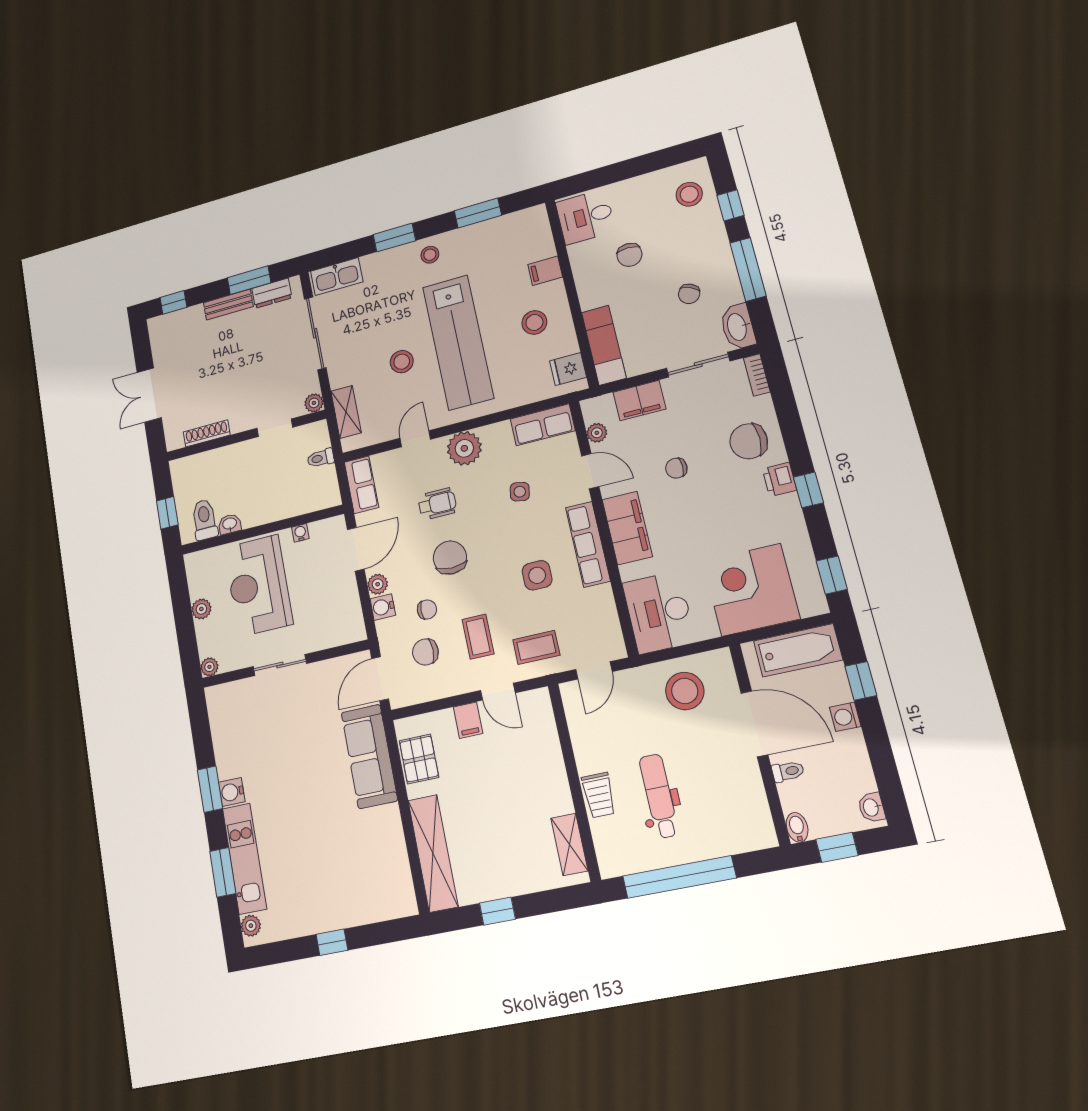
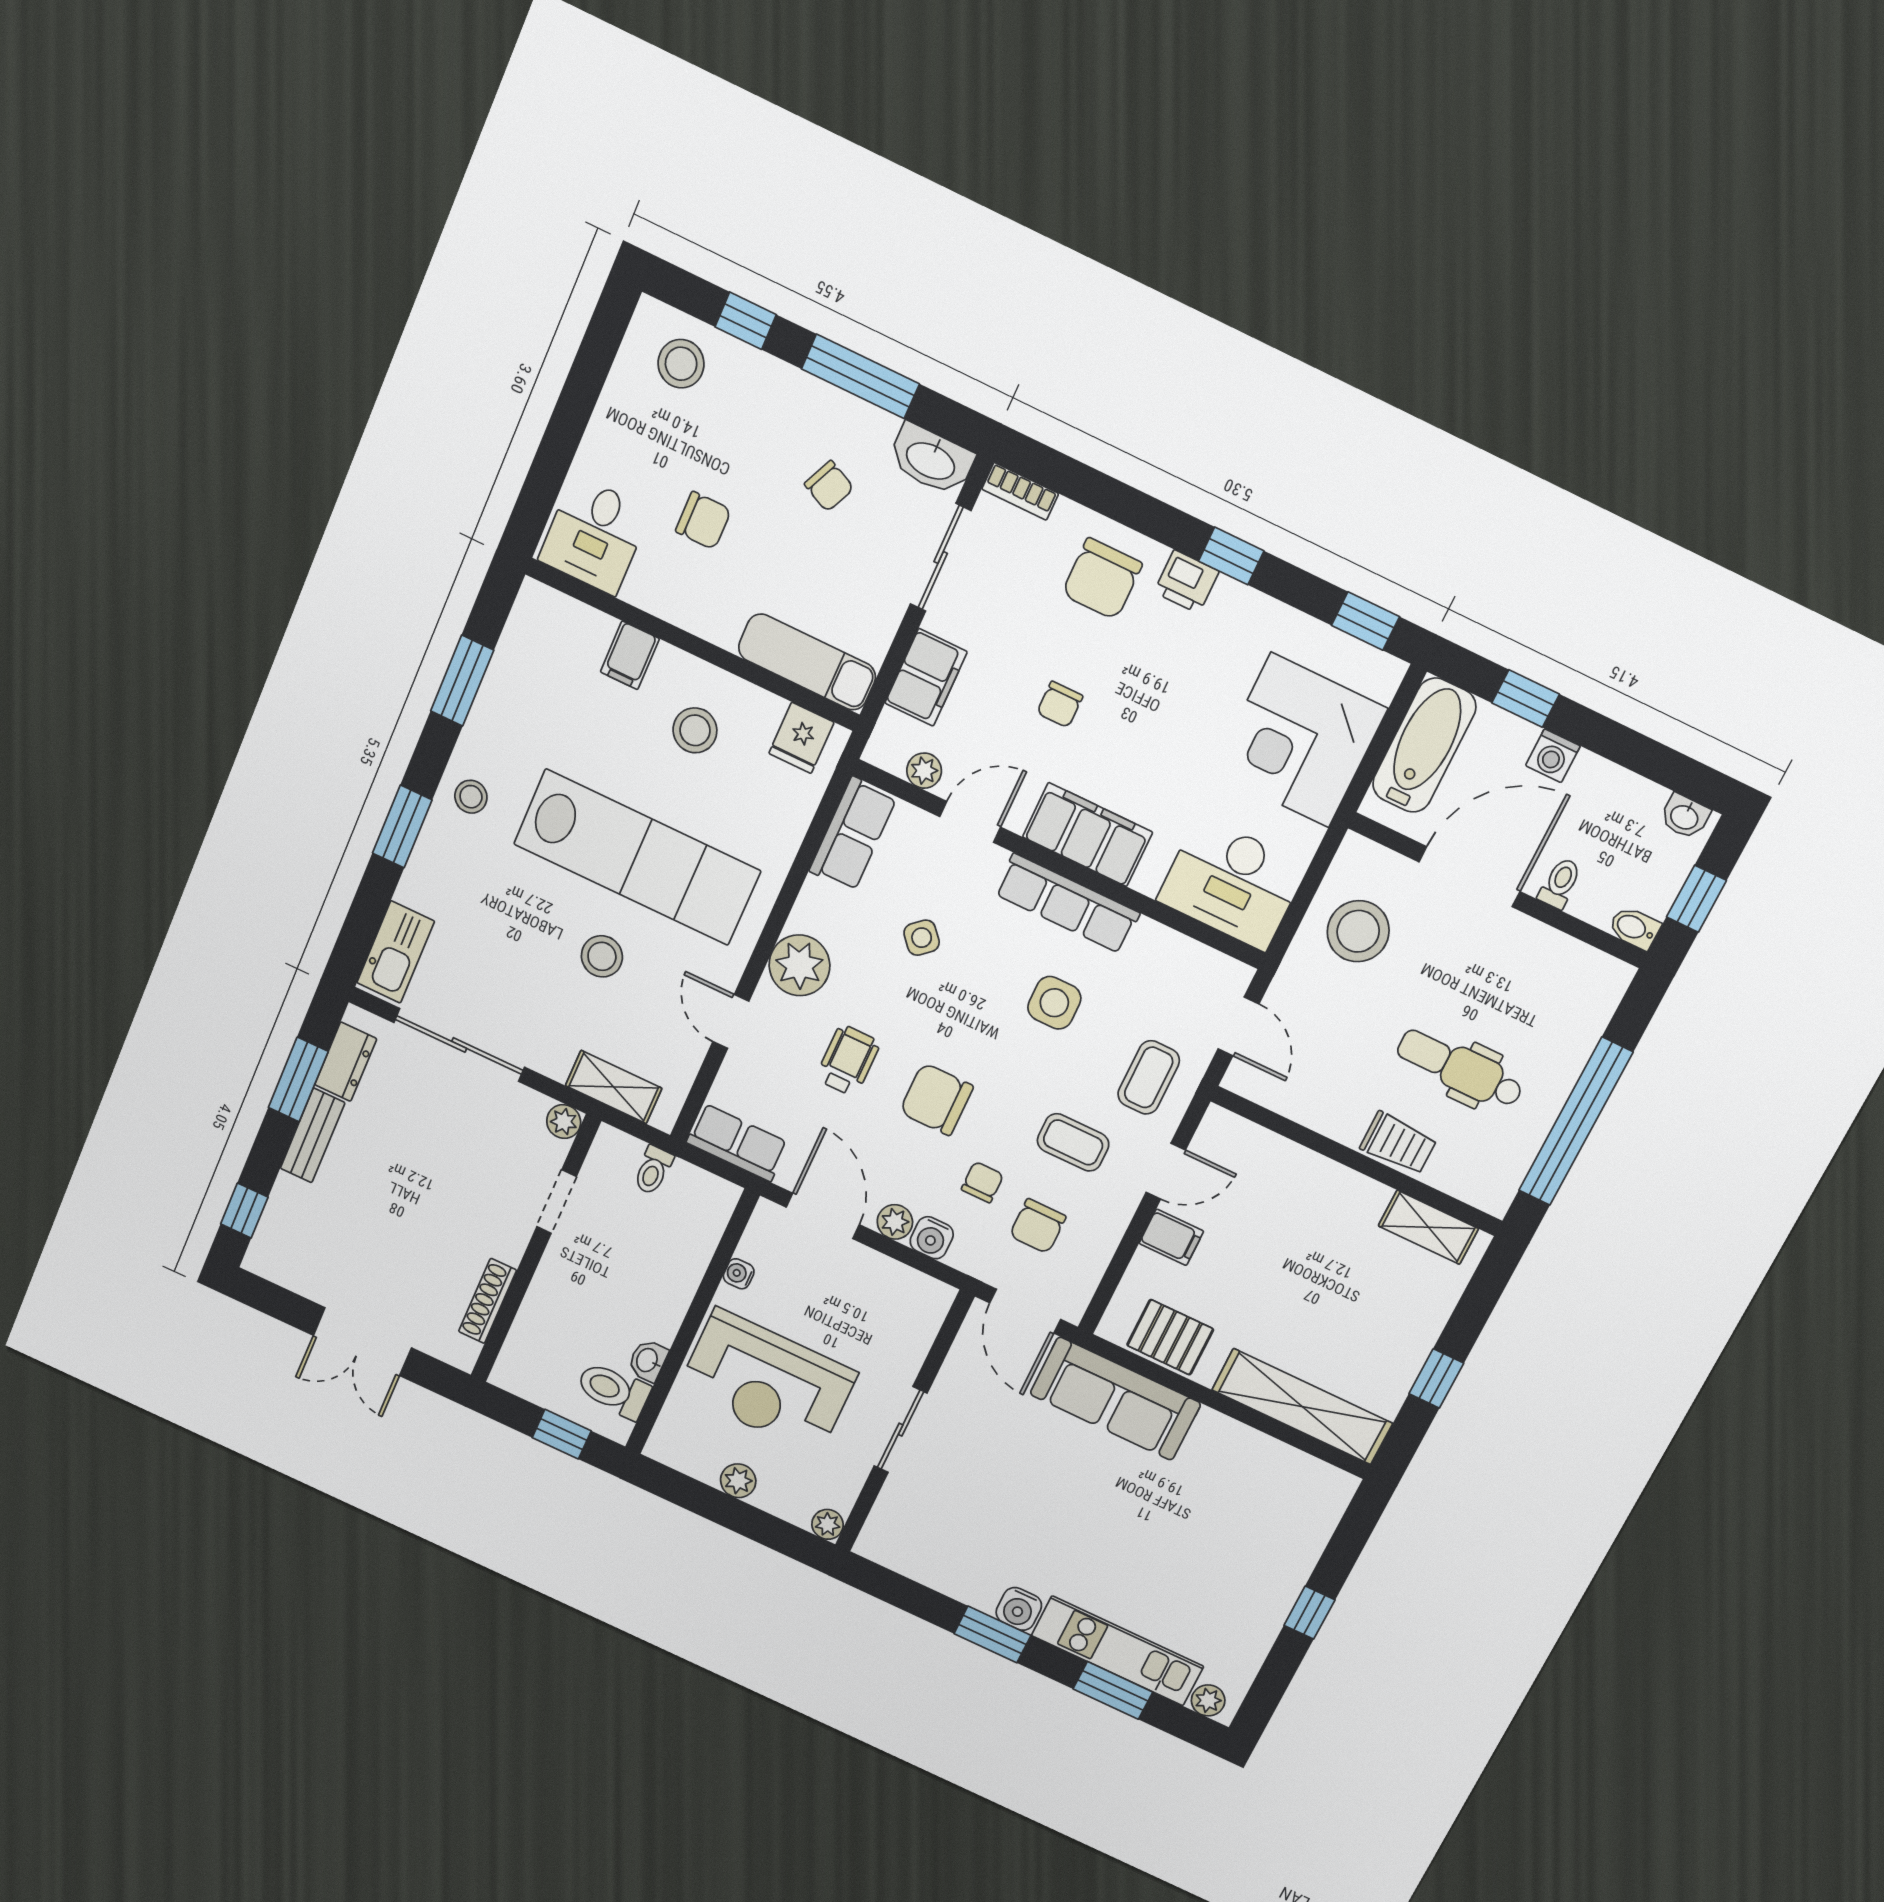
side table: (520, 492) -> (922, 938), turned 38

